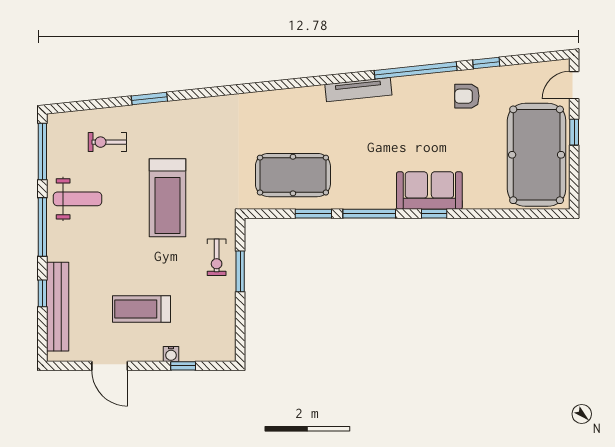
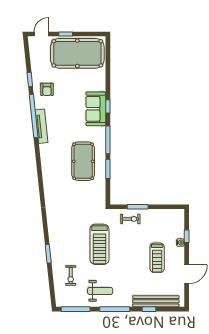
door: (574, 85) -> (41, 34), swing flipped
tv unit: (358, 90) -> (42, 126), moved
pool table: (293, 175) -> (83, 161), moved
treadmill: (168, 198) -> (100, 244), turned 90
weight bench: (77, 199) -> (100, 291), turned 90

